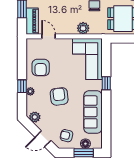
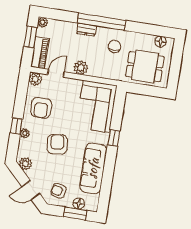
plant: (83, 28) -> (81, 68), moved
door: (49, 36) -> (56, 73), hinge flipped
plant: (32, 44) -> (35, 79), added

